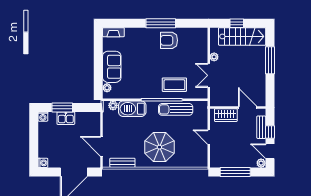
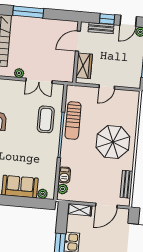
barbecue: (132, 109) -> (64, 175), width x0.53, depth x0.65
shelving: (96, 122) -> (80, 210), added

